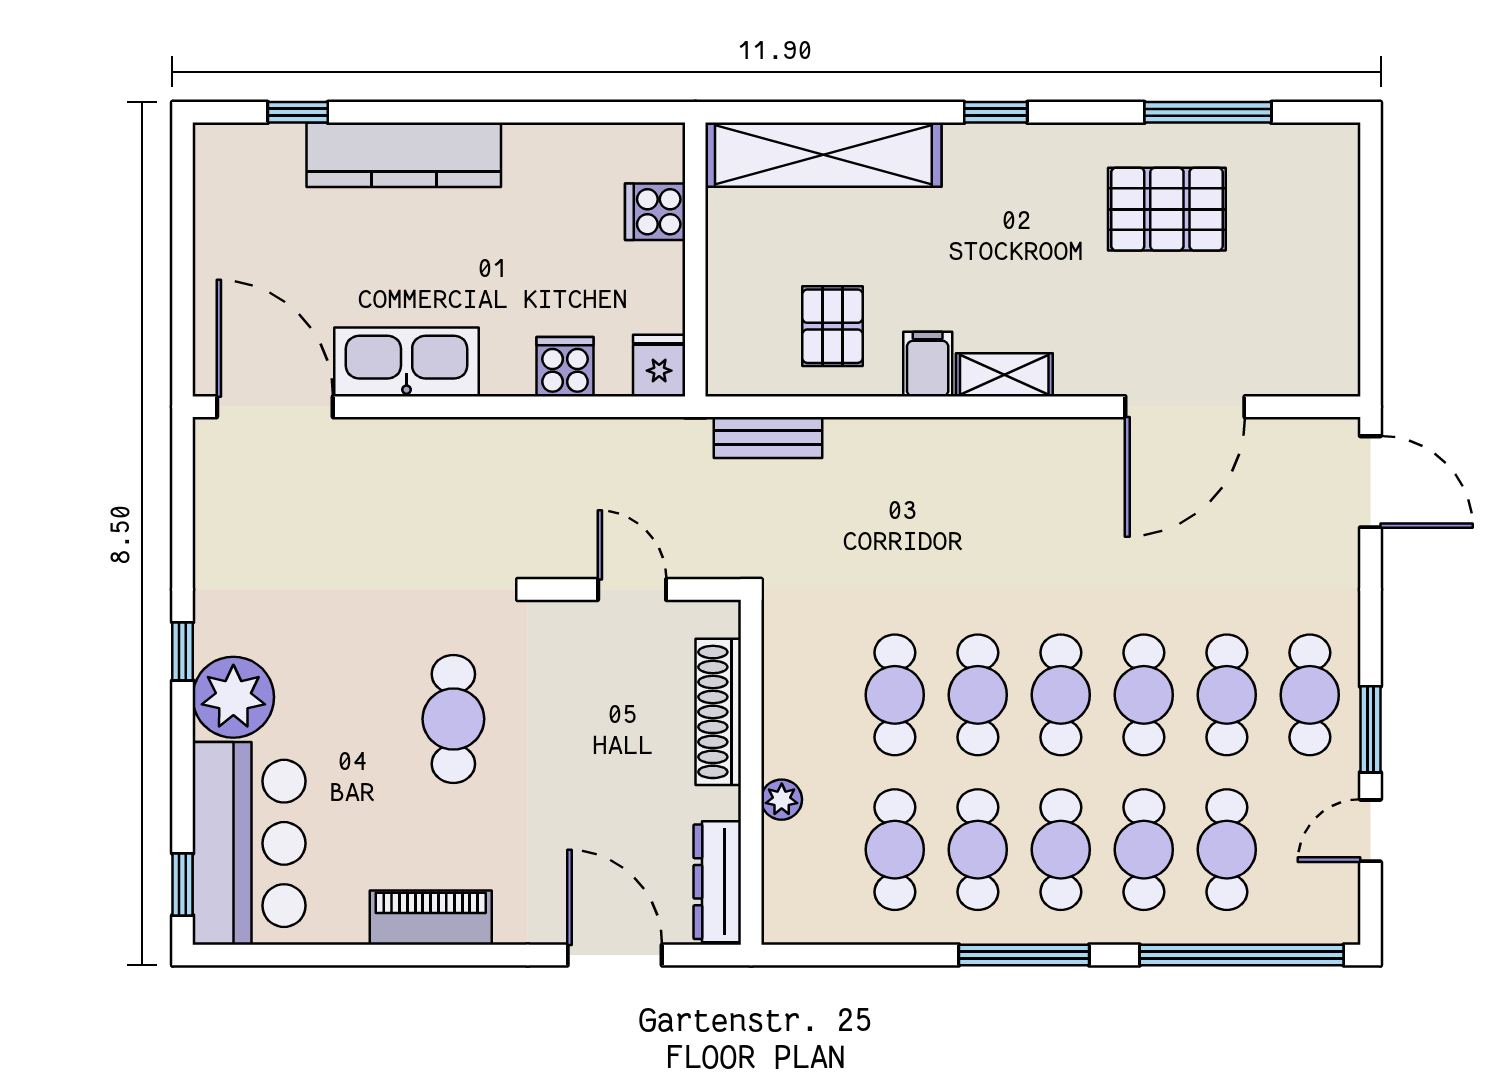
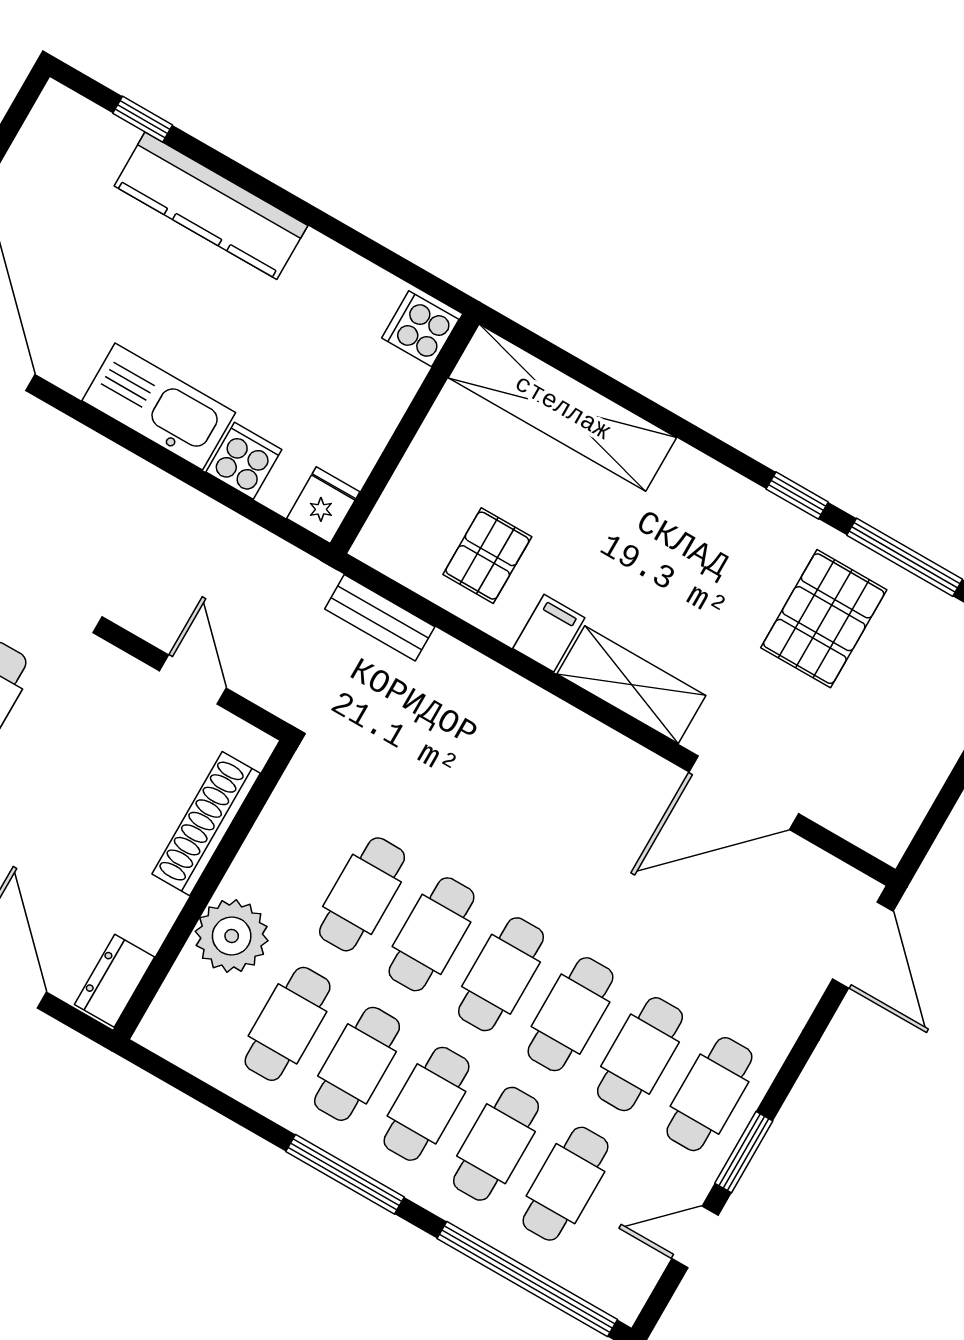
window: (996, 112) -> (797, 495), moved
pallet: (1167, 209) -> (824, 619), turned 90
cooker: (655, 212) -> (420, 329), moved
kitchen sink: (407, 362) -> (159, 407), moved
shelving: (1004, 375) -> (631, 685), width x1.50, depth x1.33
plant: (782, 800) -> (232, 936), width x1.88, depth x1.88
dresser: (717, 882) -> (115, 981), width x0.70

